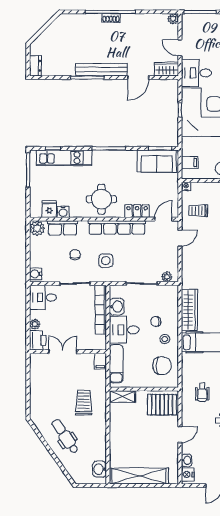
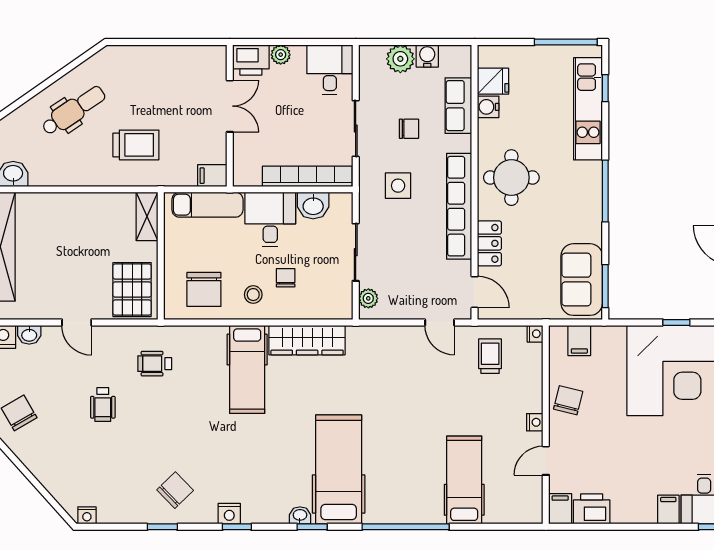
plant: (37, 228) -> (400, 59), moved
water cooler: (36, 274) -> (427, 56), moved

